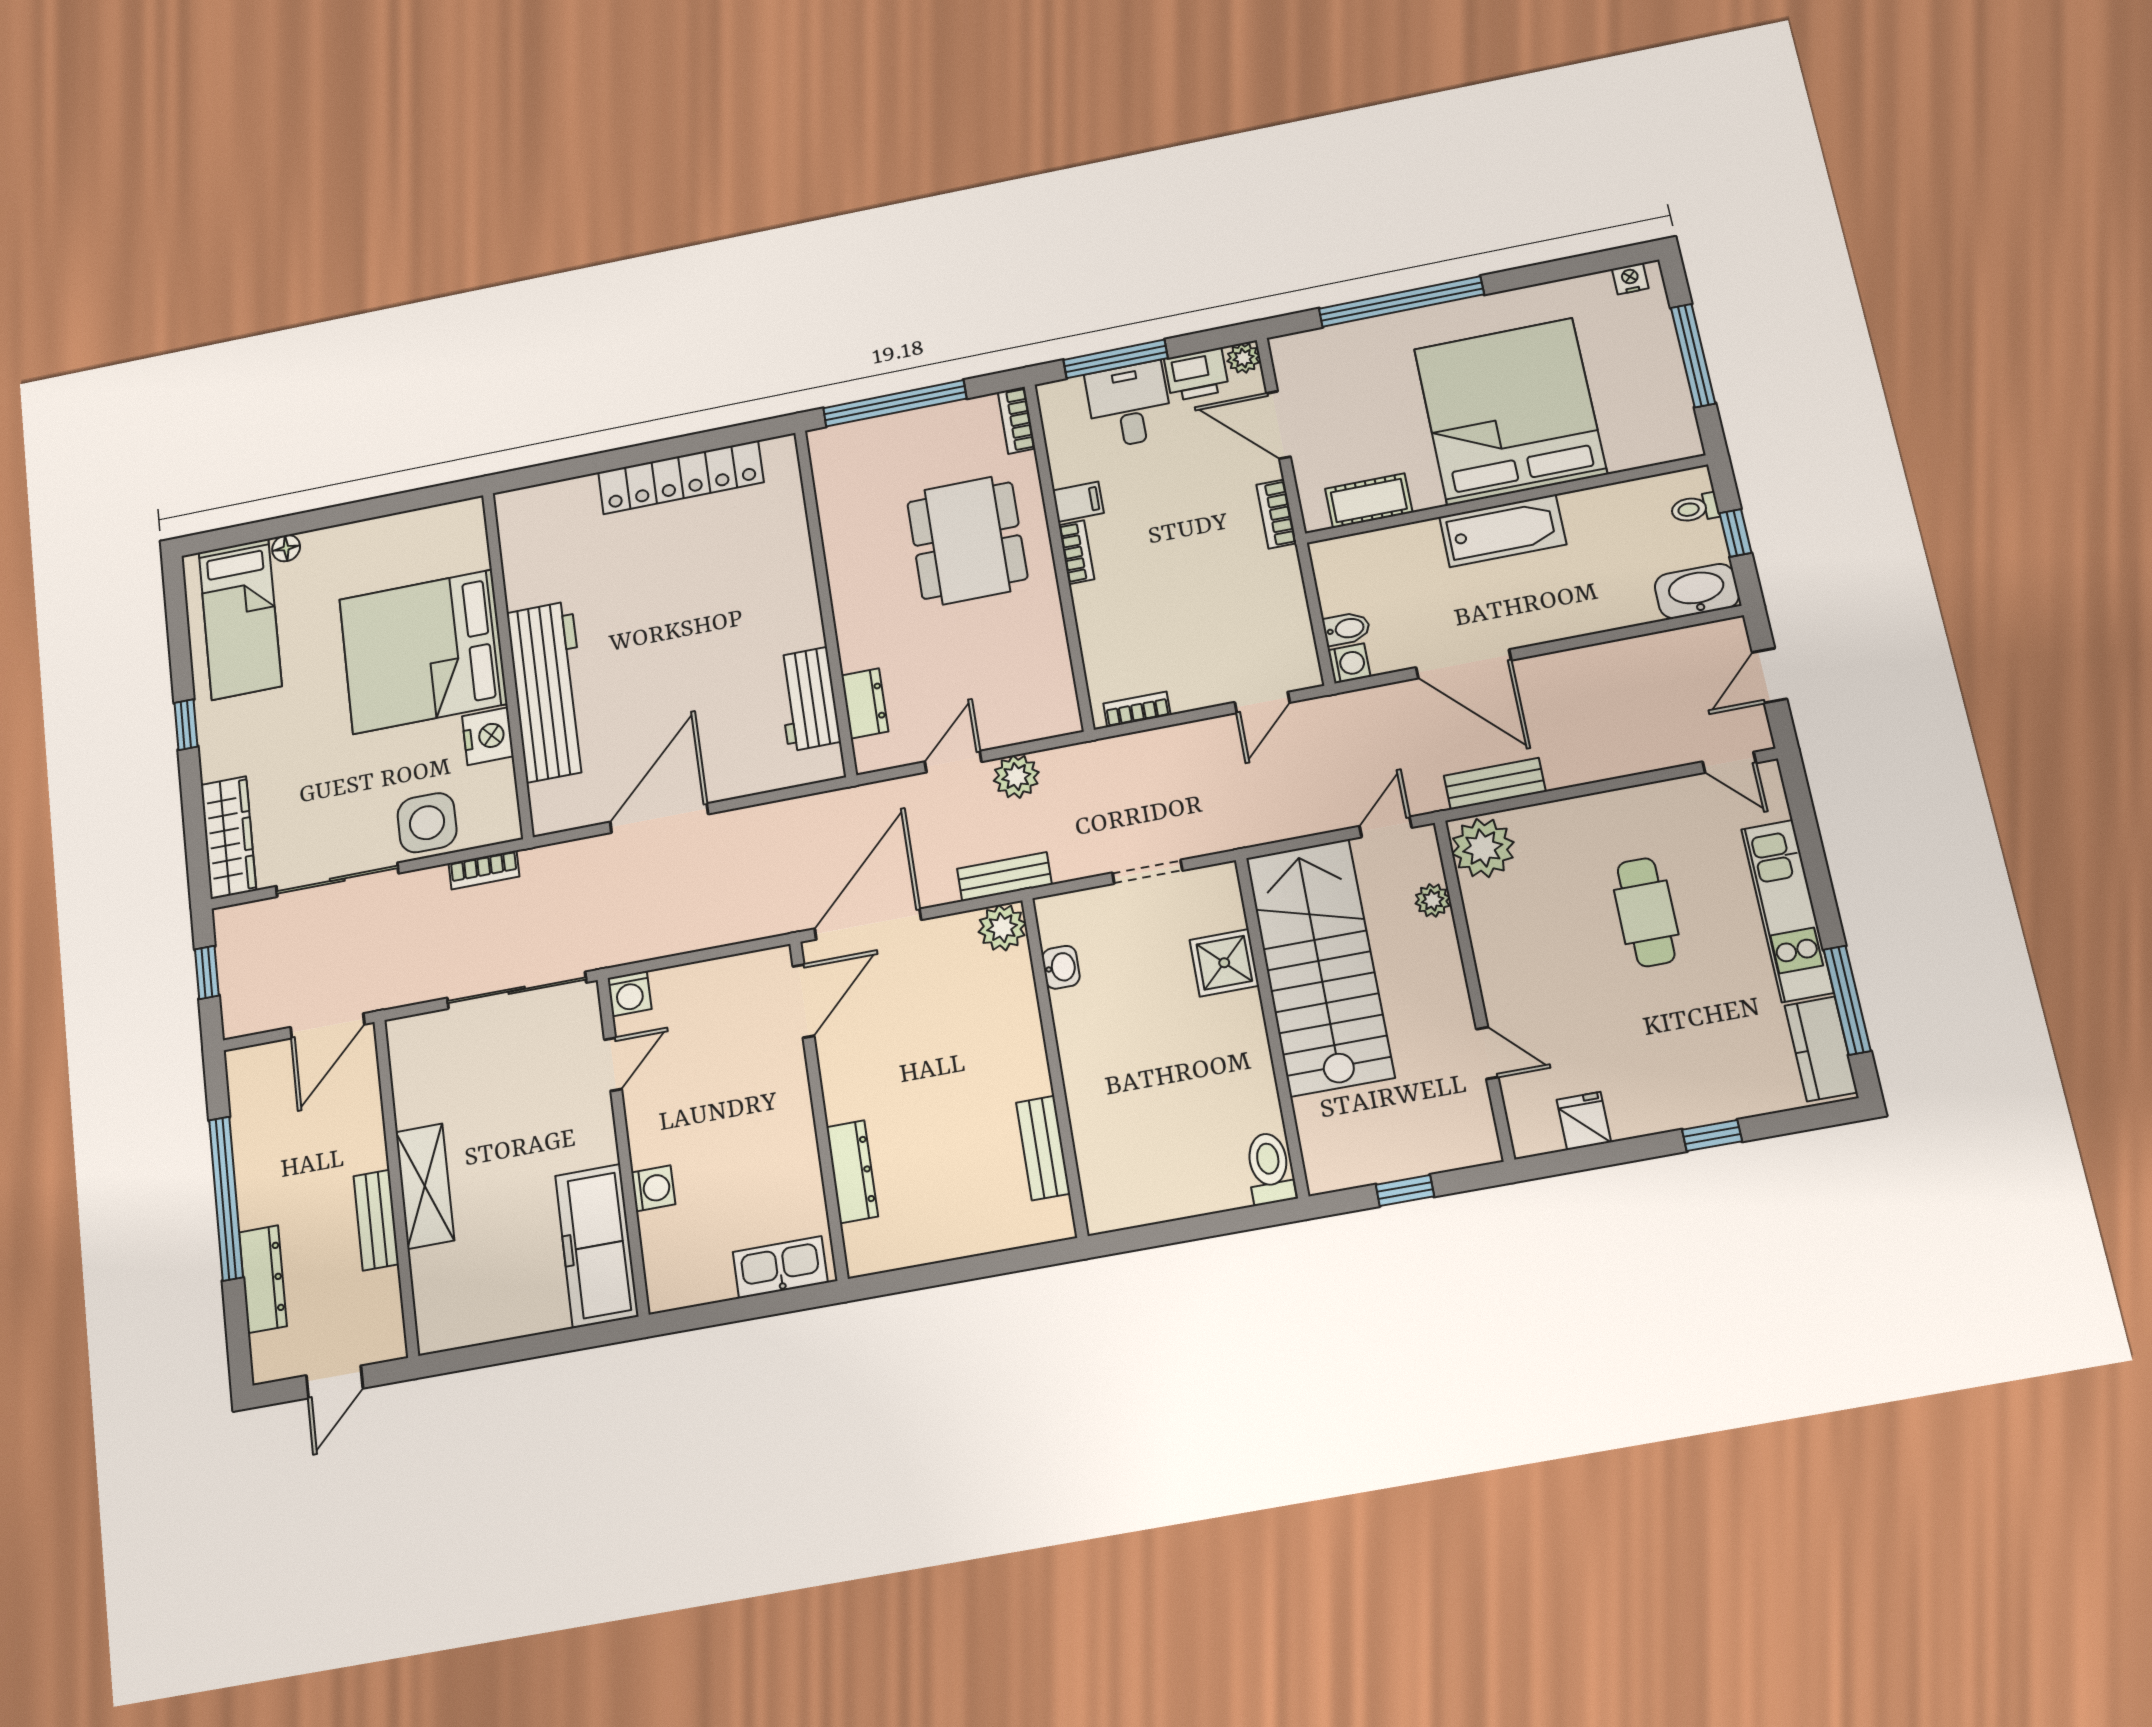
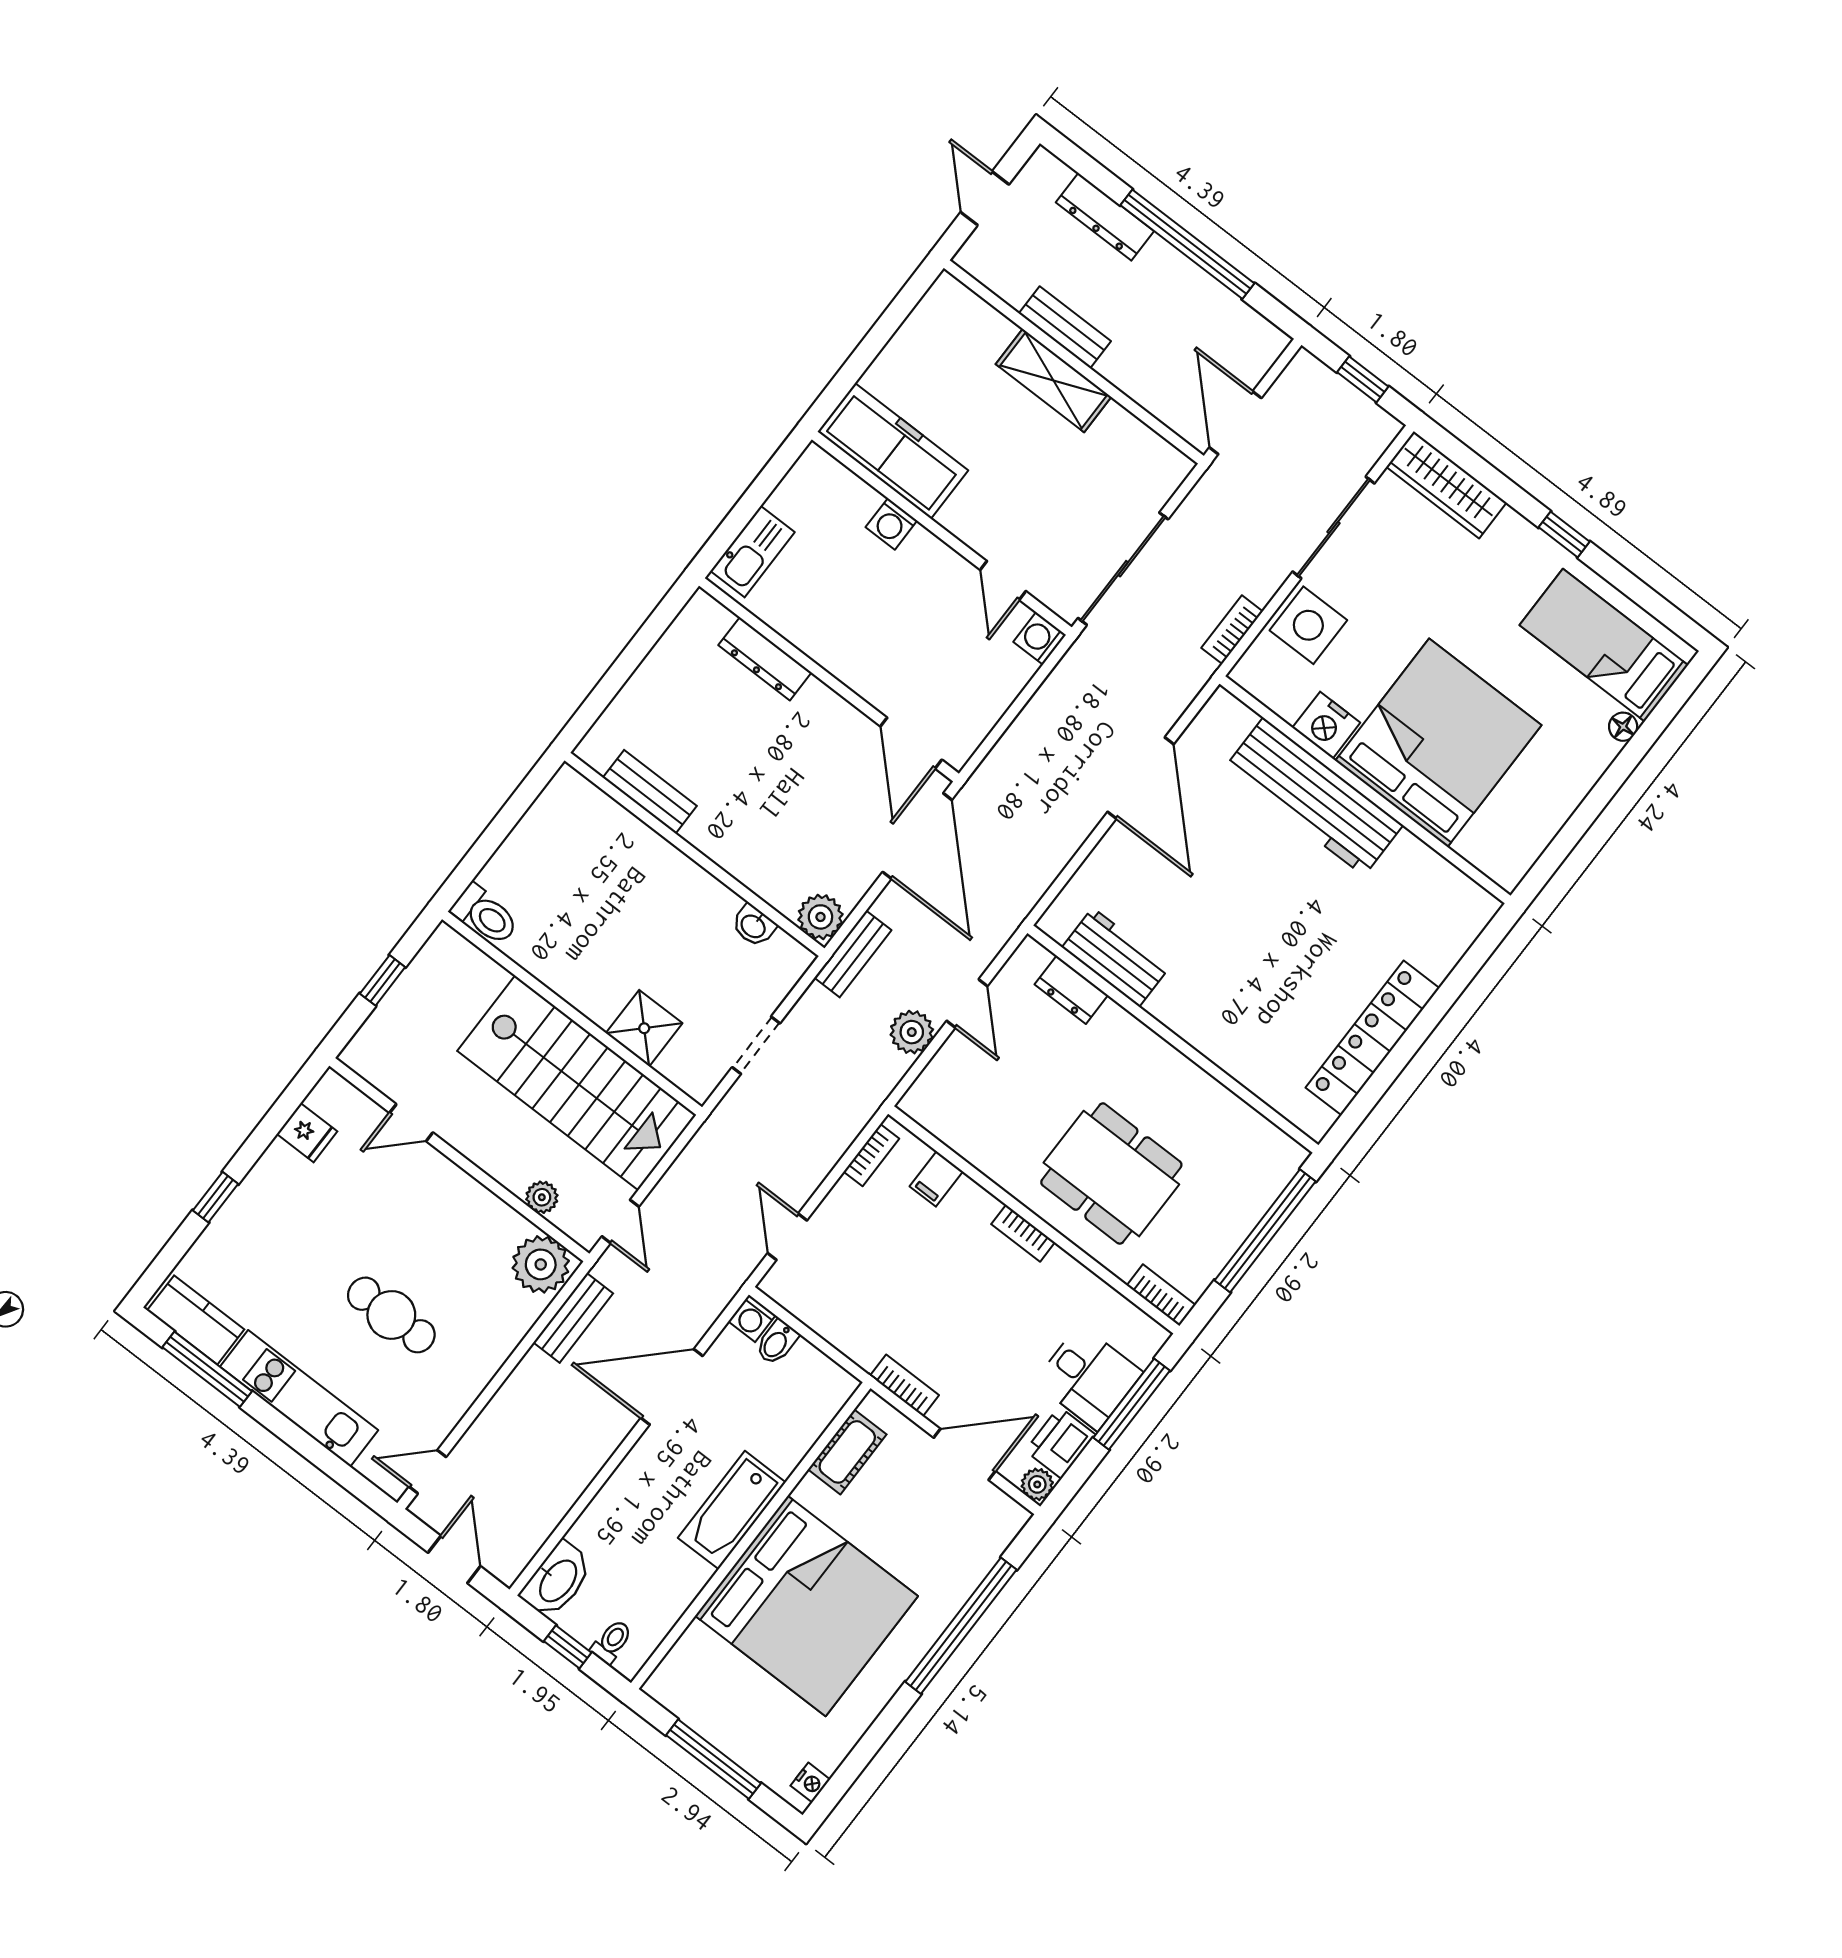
filing cabinet: (1078, 502) -> (936, 1179), moved

